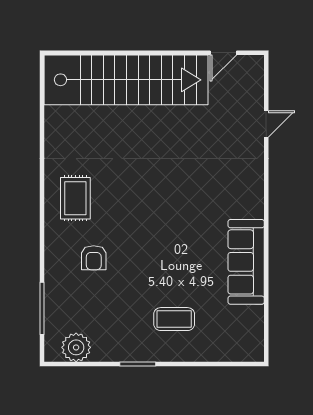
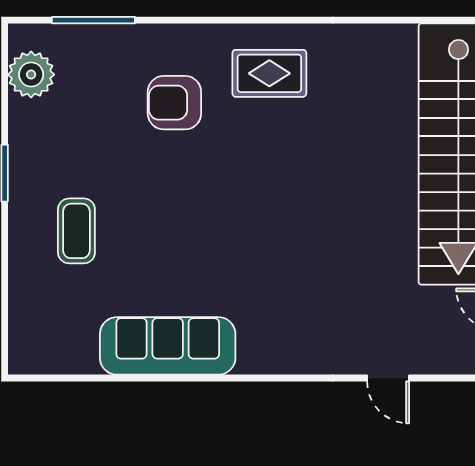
armchair: (94, 258) -> (174, 103), width x1.38, depth x1.38

